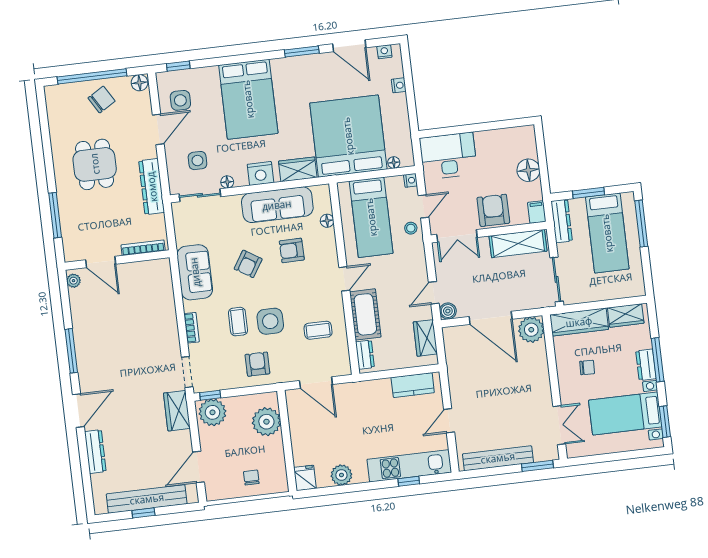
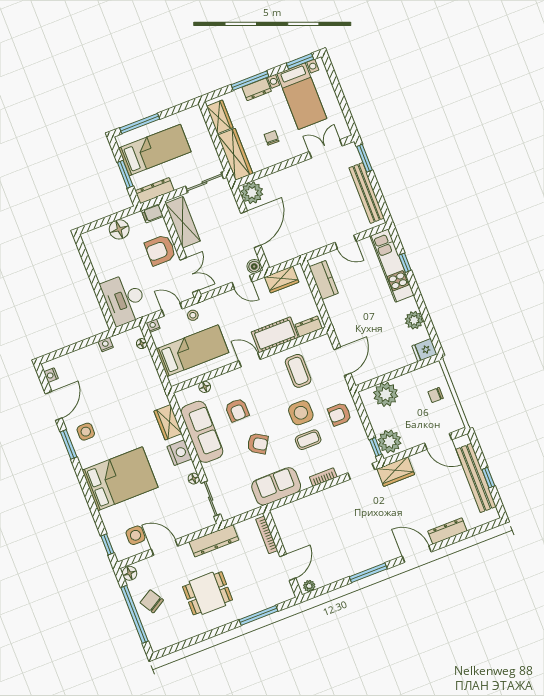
nightstand: (399, 85) -> (106, 345), moved
bed: (348, 136) -> (129, 387), removed
side table: (197, 161) -> (86, 432), moved
coffee table: (318, 330) -> (298, 371), width x1.36, depth x1.30

